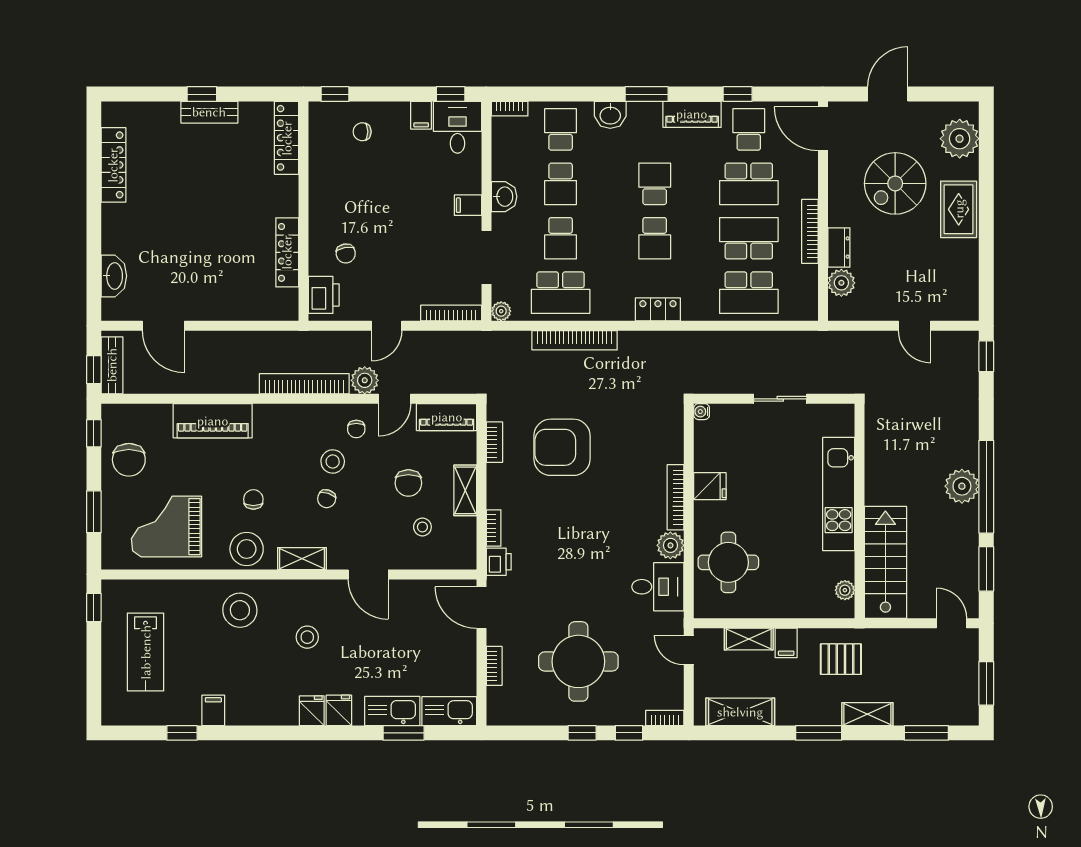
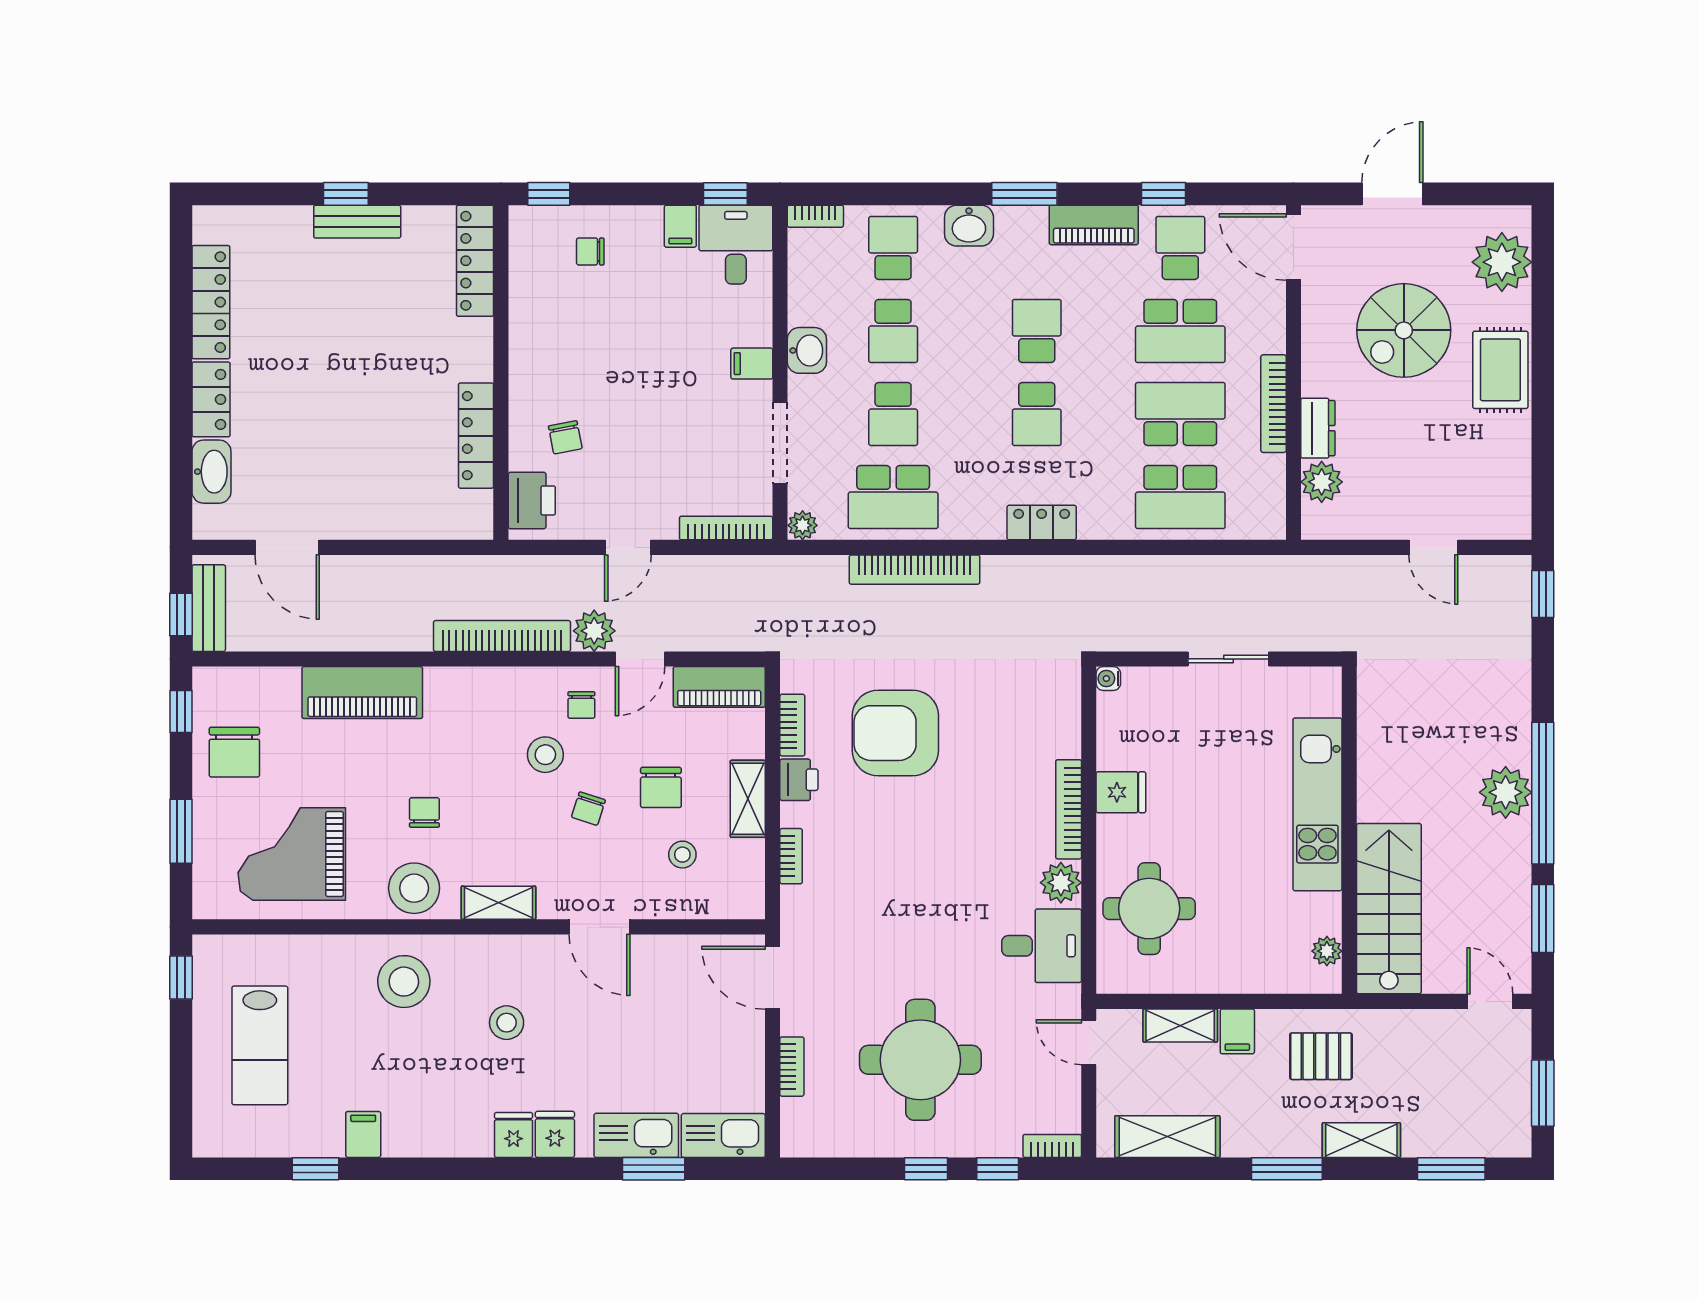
locker: (114, 229) -> (211, 399), added
chair: (327, 499) -> (588, 809), moved
printer: (499, 562) -> (799, 780), moved

